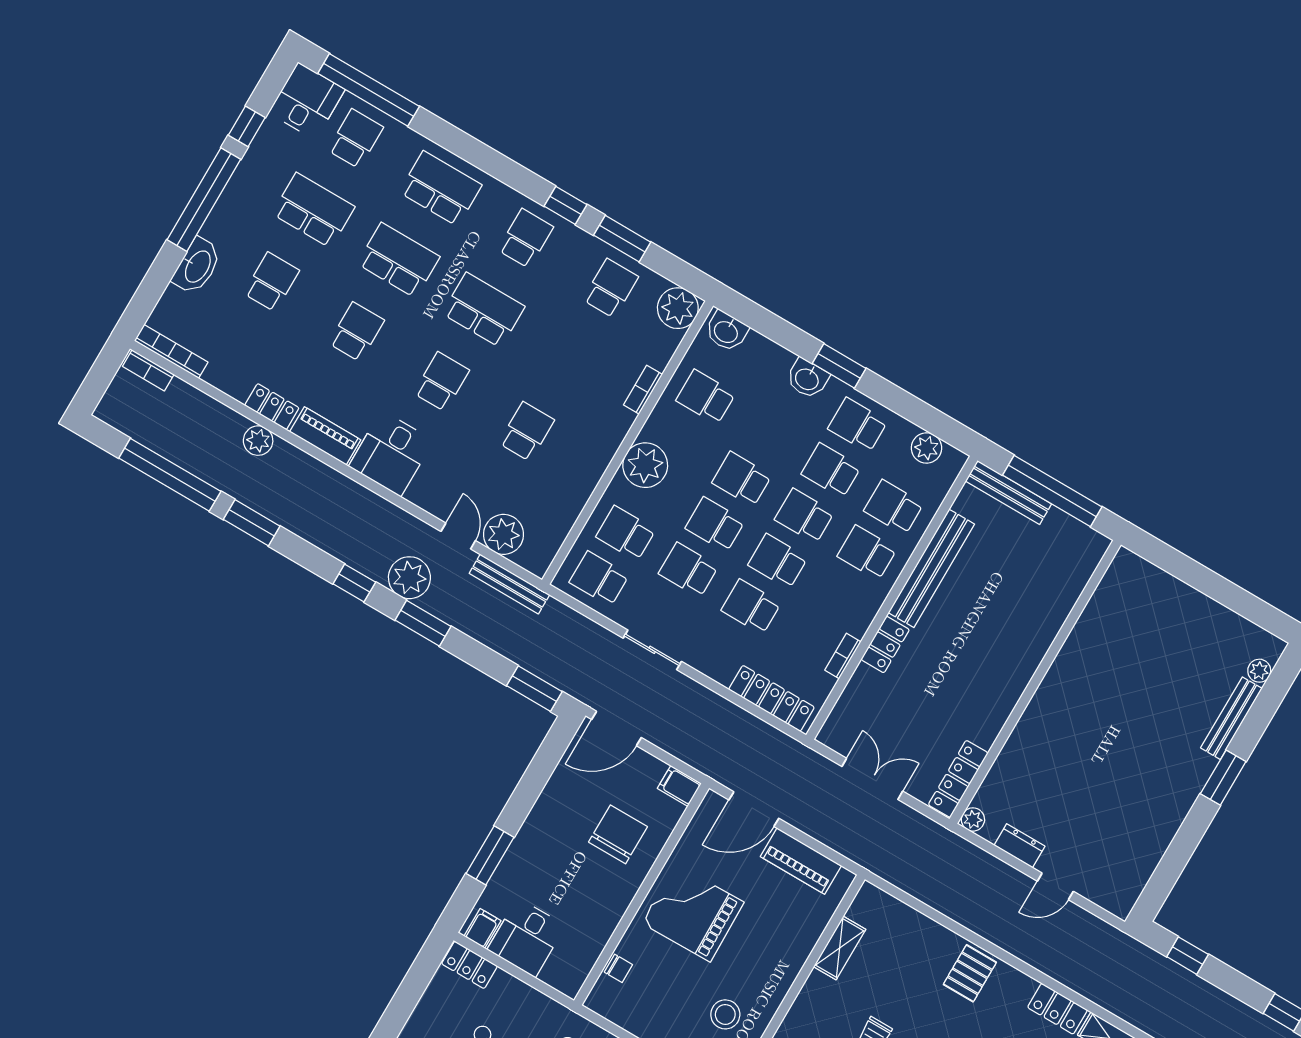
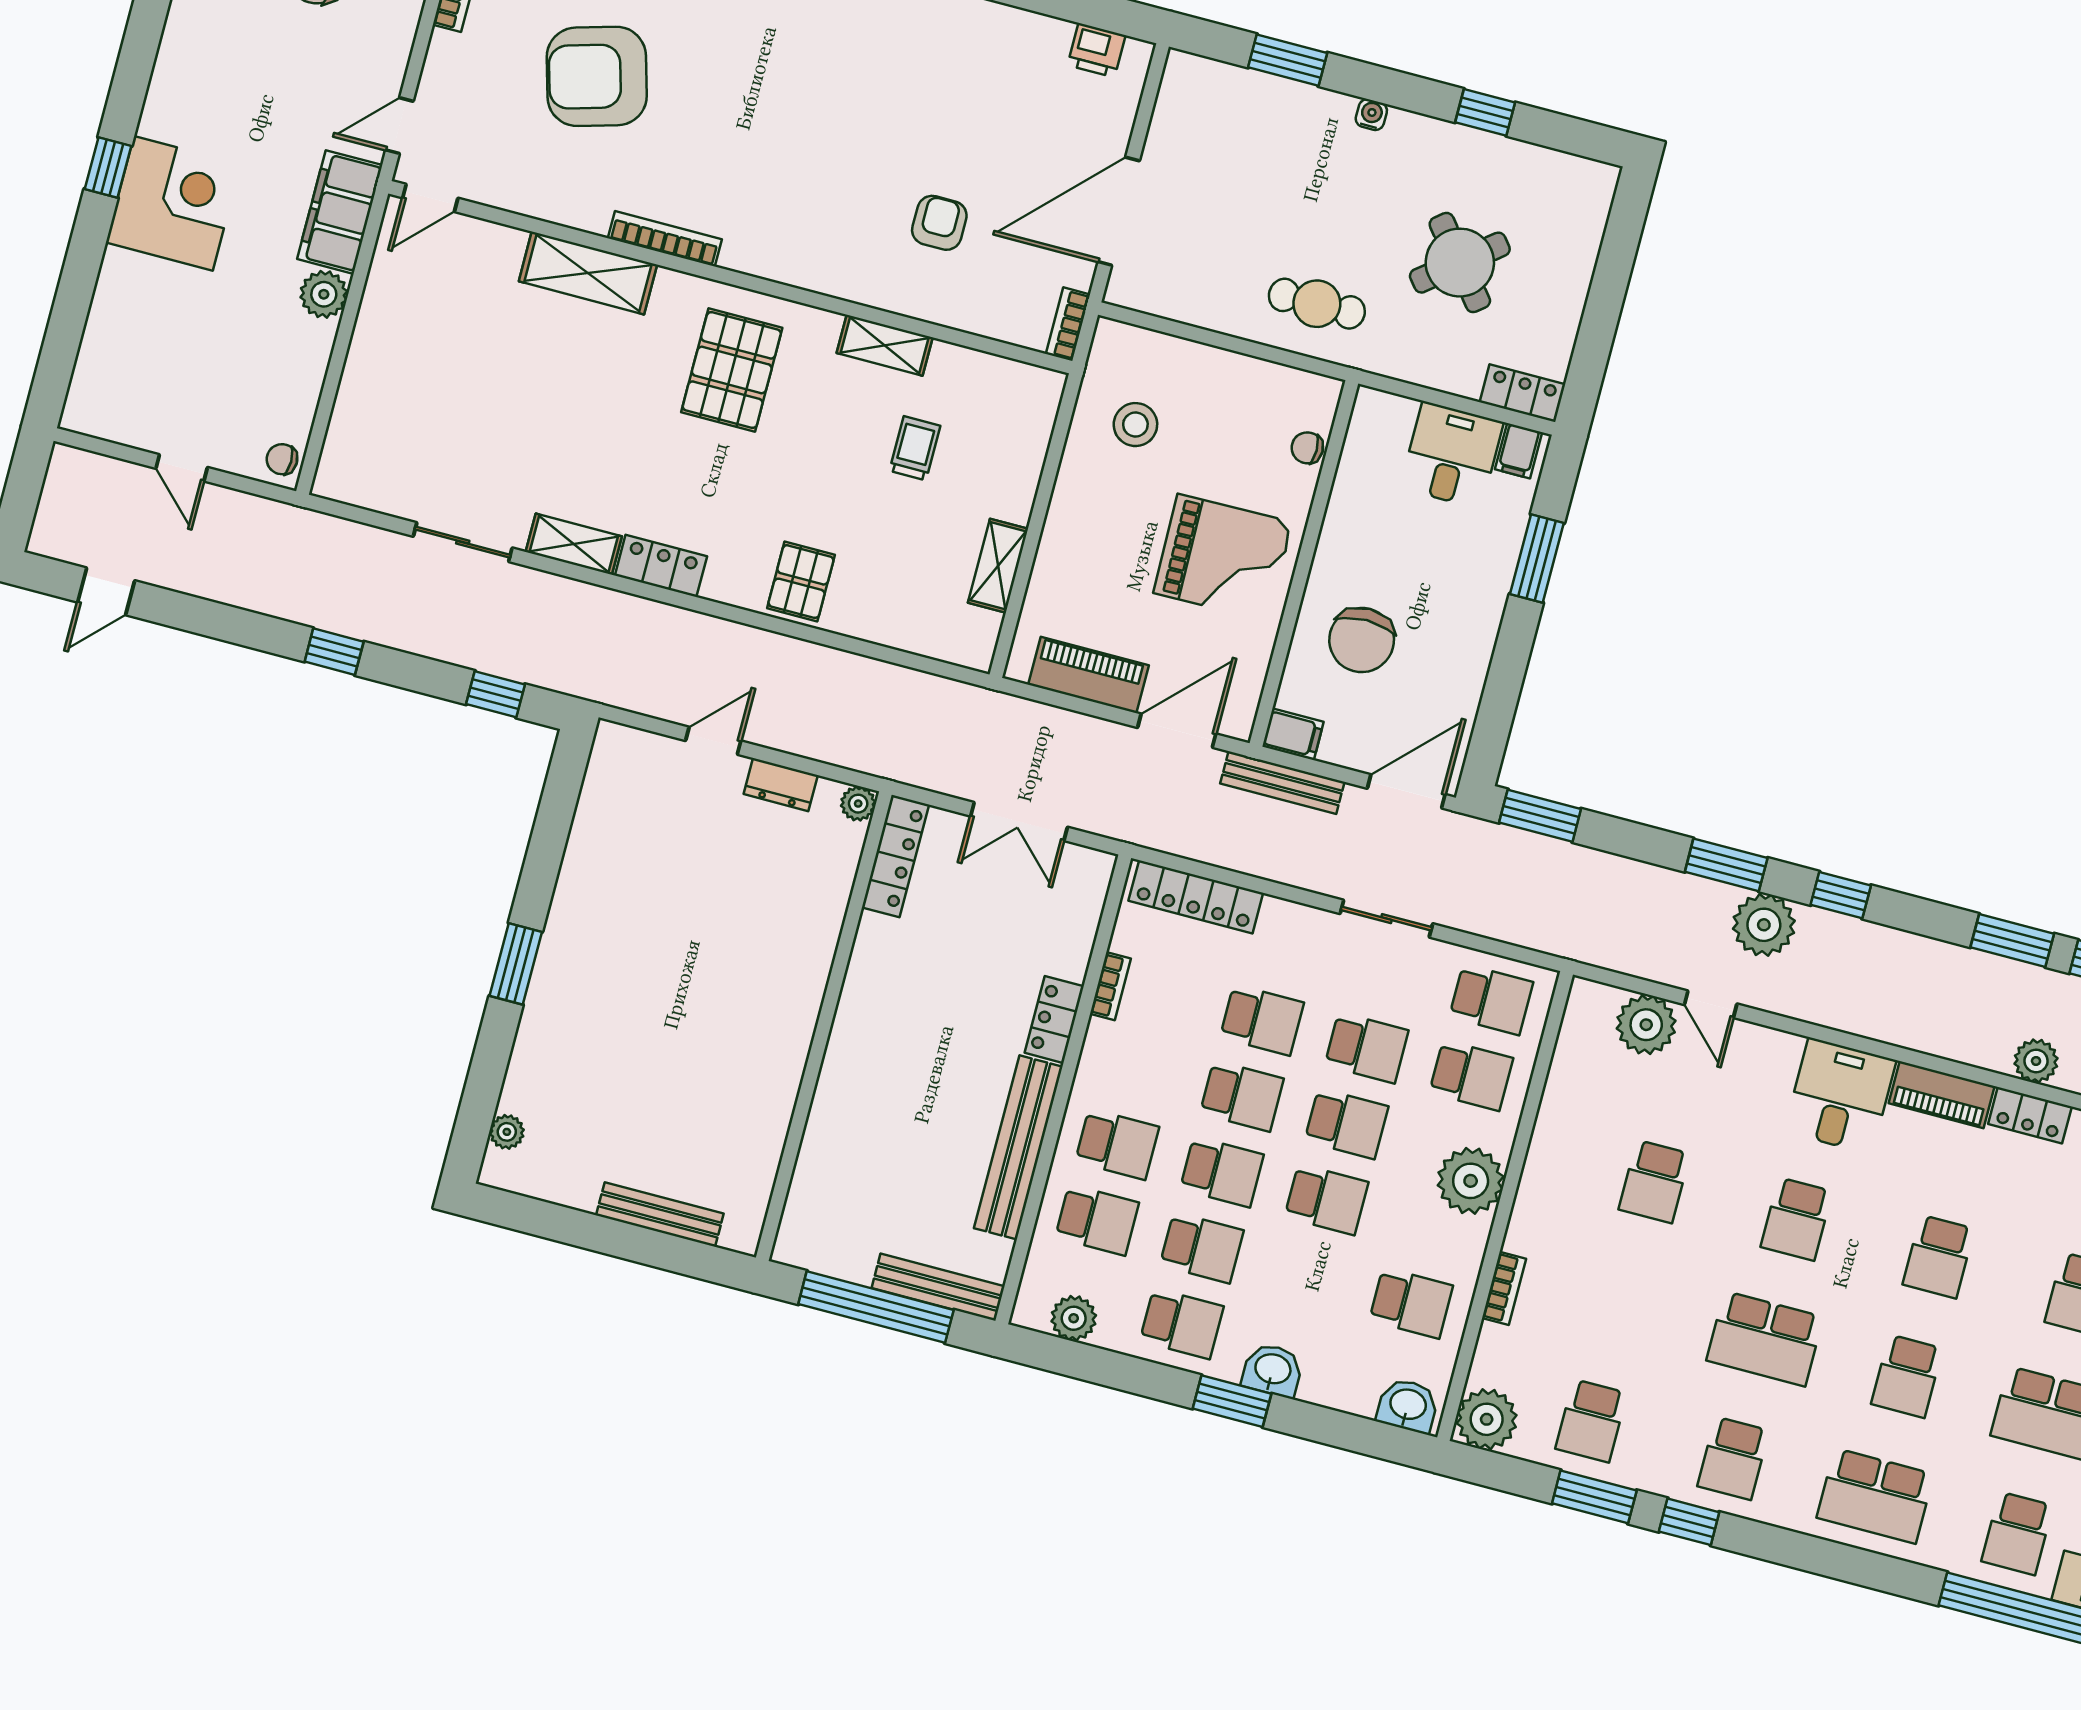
school desk: (398, 260) -> (1907, 1376), width x0.54
bench: (509, 584) -> (1282, 783), moved
bench: (1231, 718) -> (660, 1214), moved, turned 90

